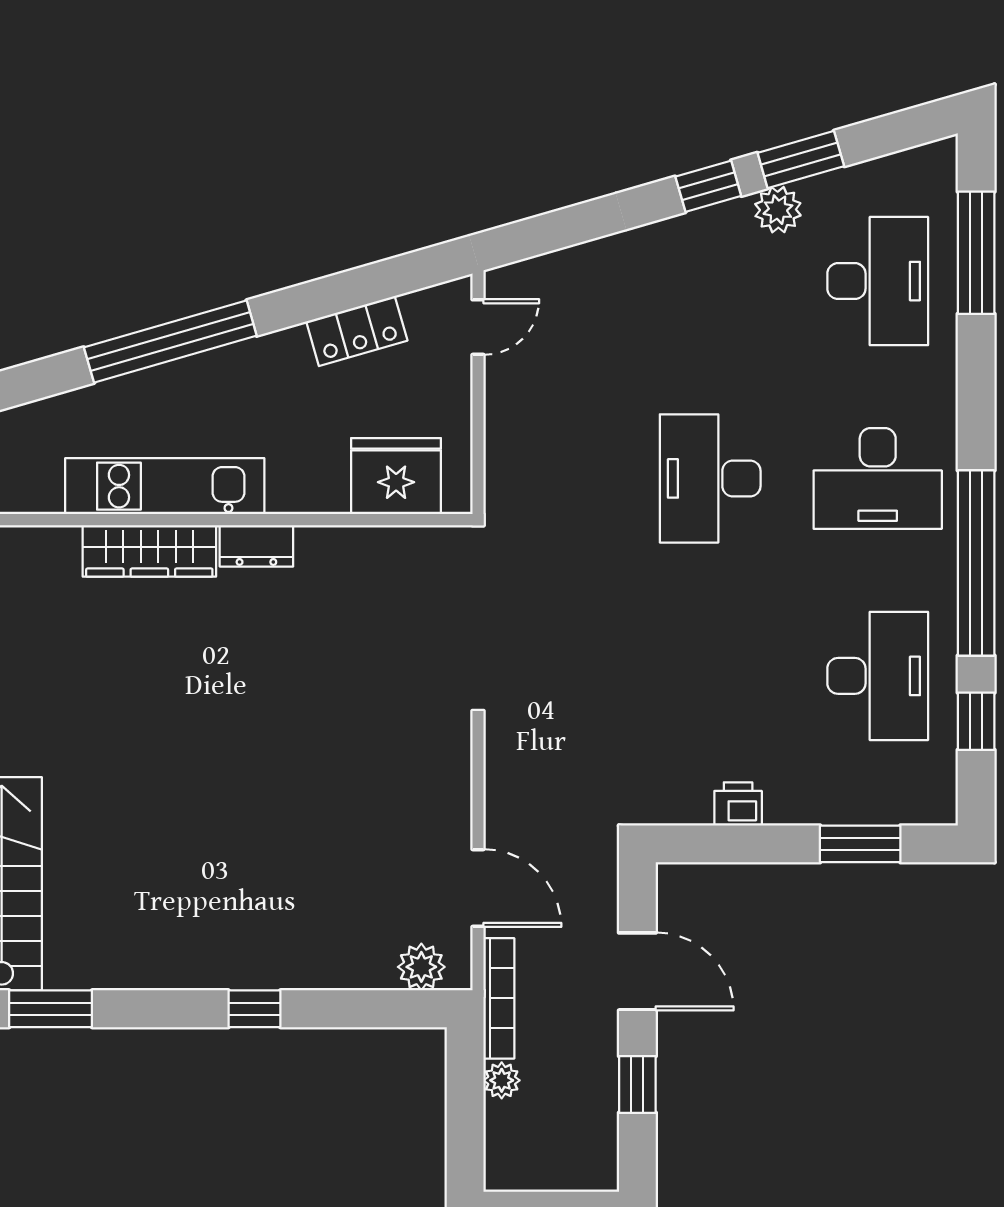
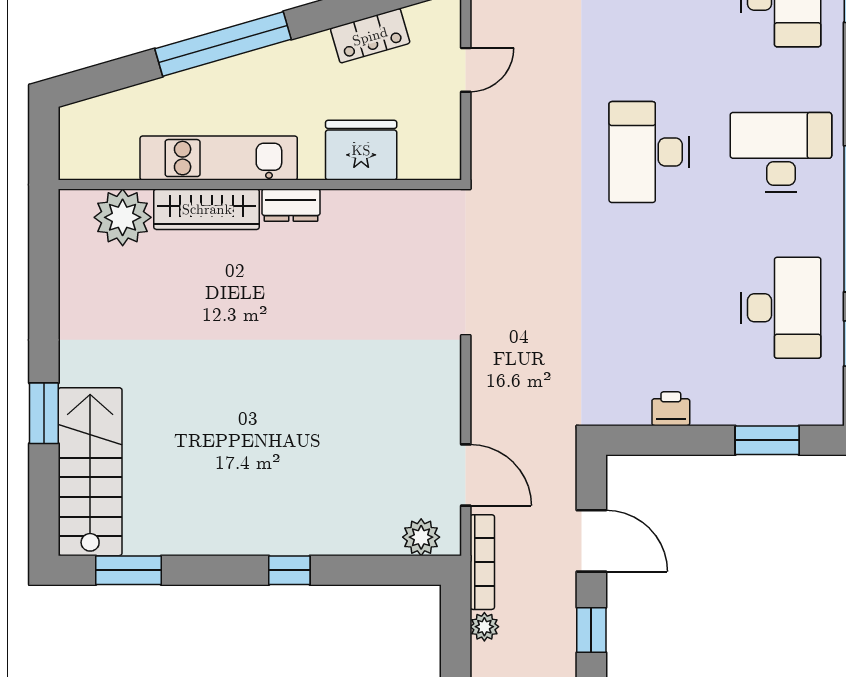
door: (478, 327) -> (466, 70), moved
fridge: (396, 476) -> (361, 150), moved
desk: (878, 478) -> (781, 152), turned 180
plant: (43, 561) -> (123, 217), added

